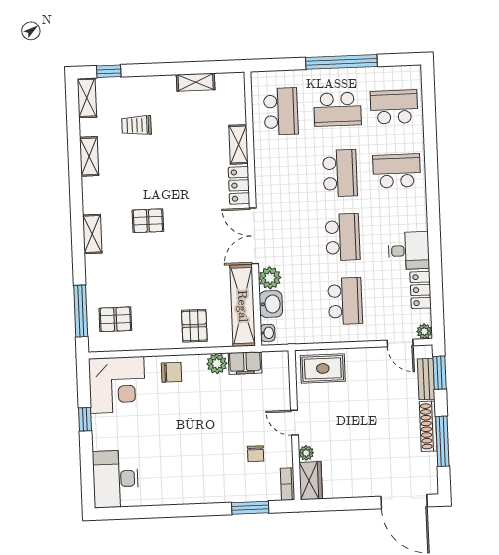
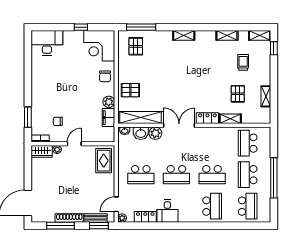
school desk: (281, 111) -> (248, 143), turned 90
pallet: (148, 221) -> (238, 94), moved

